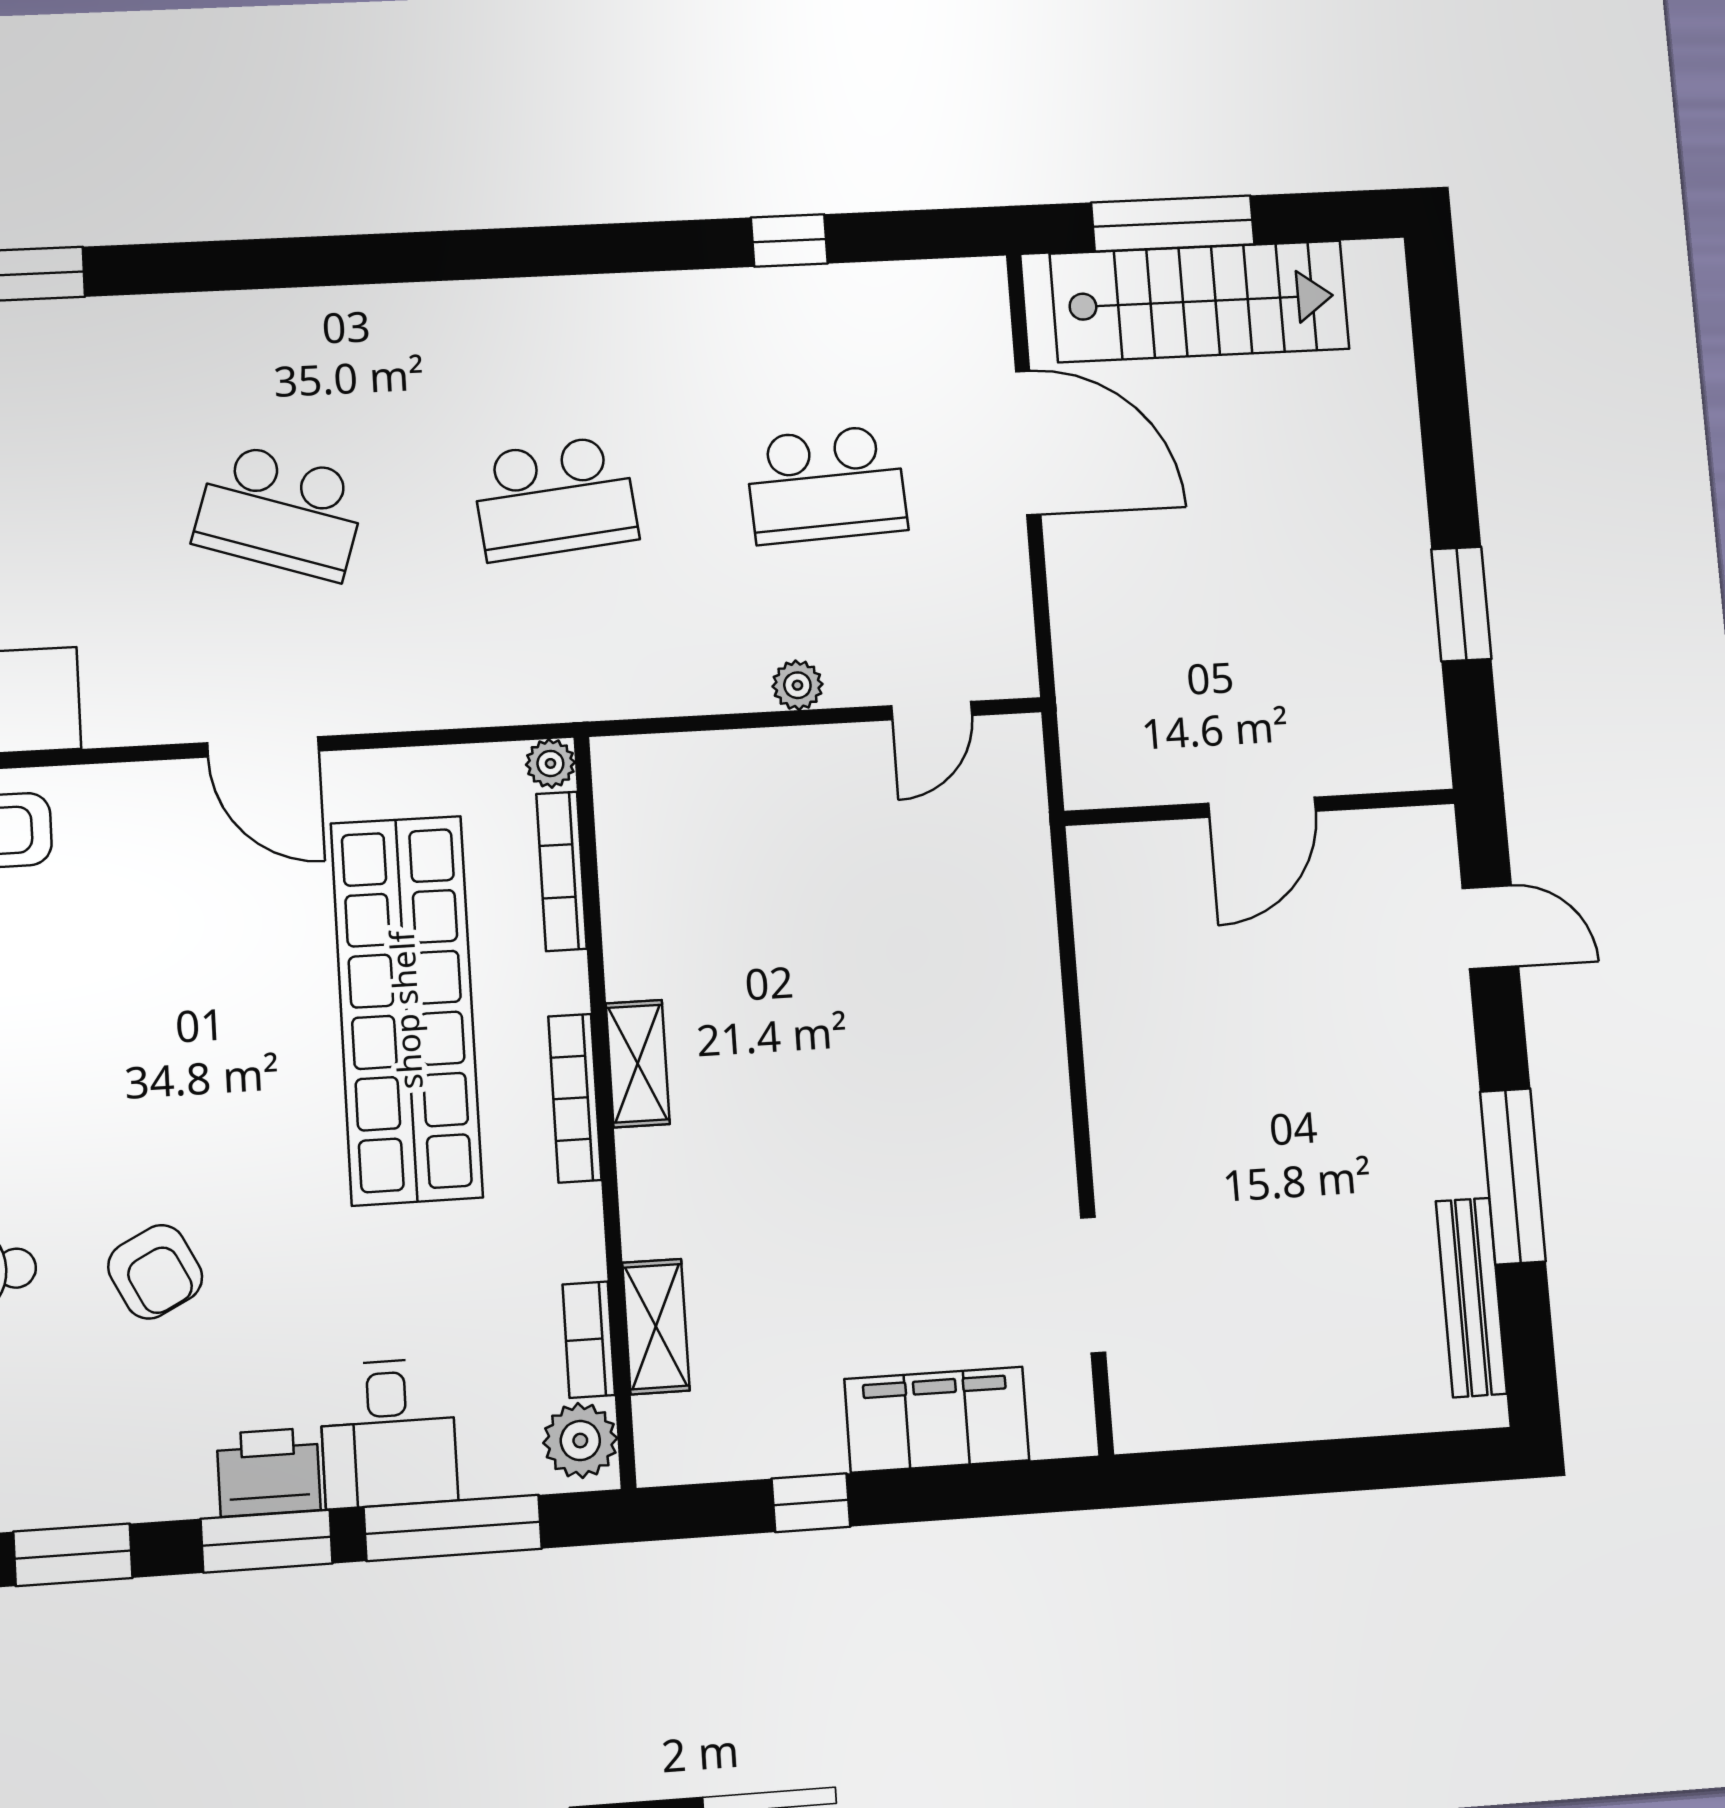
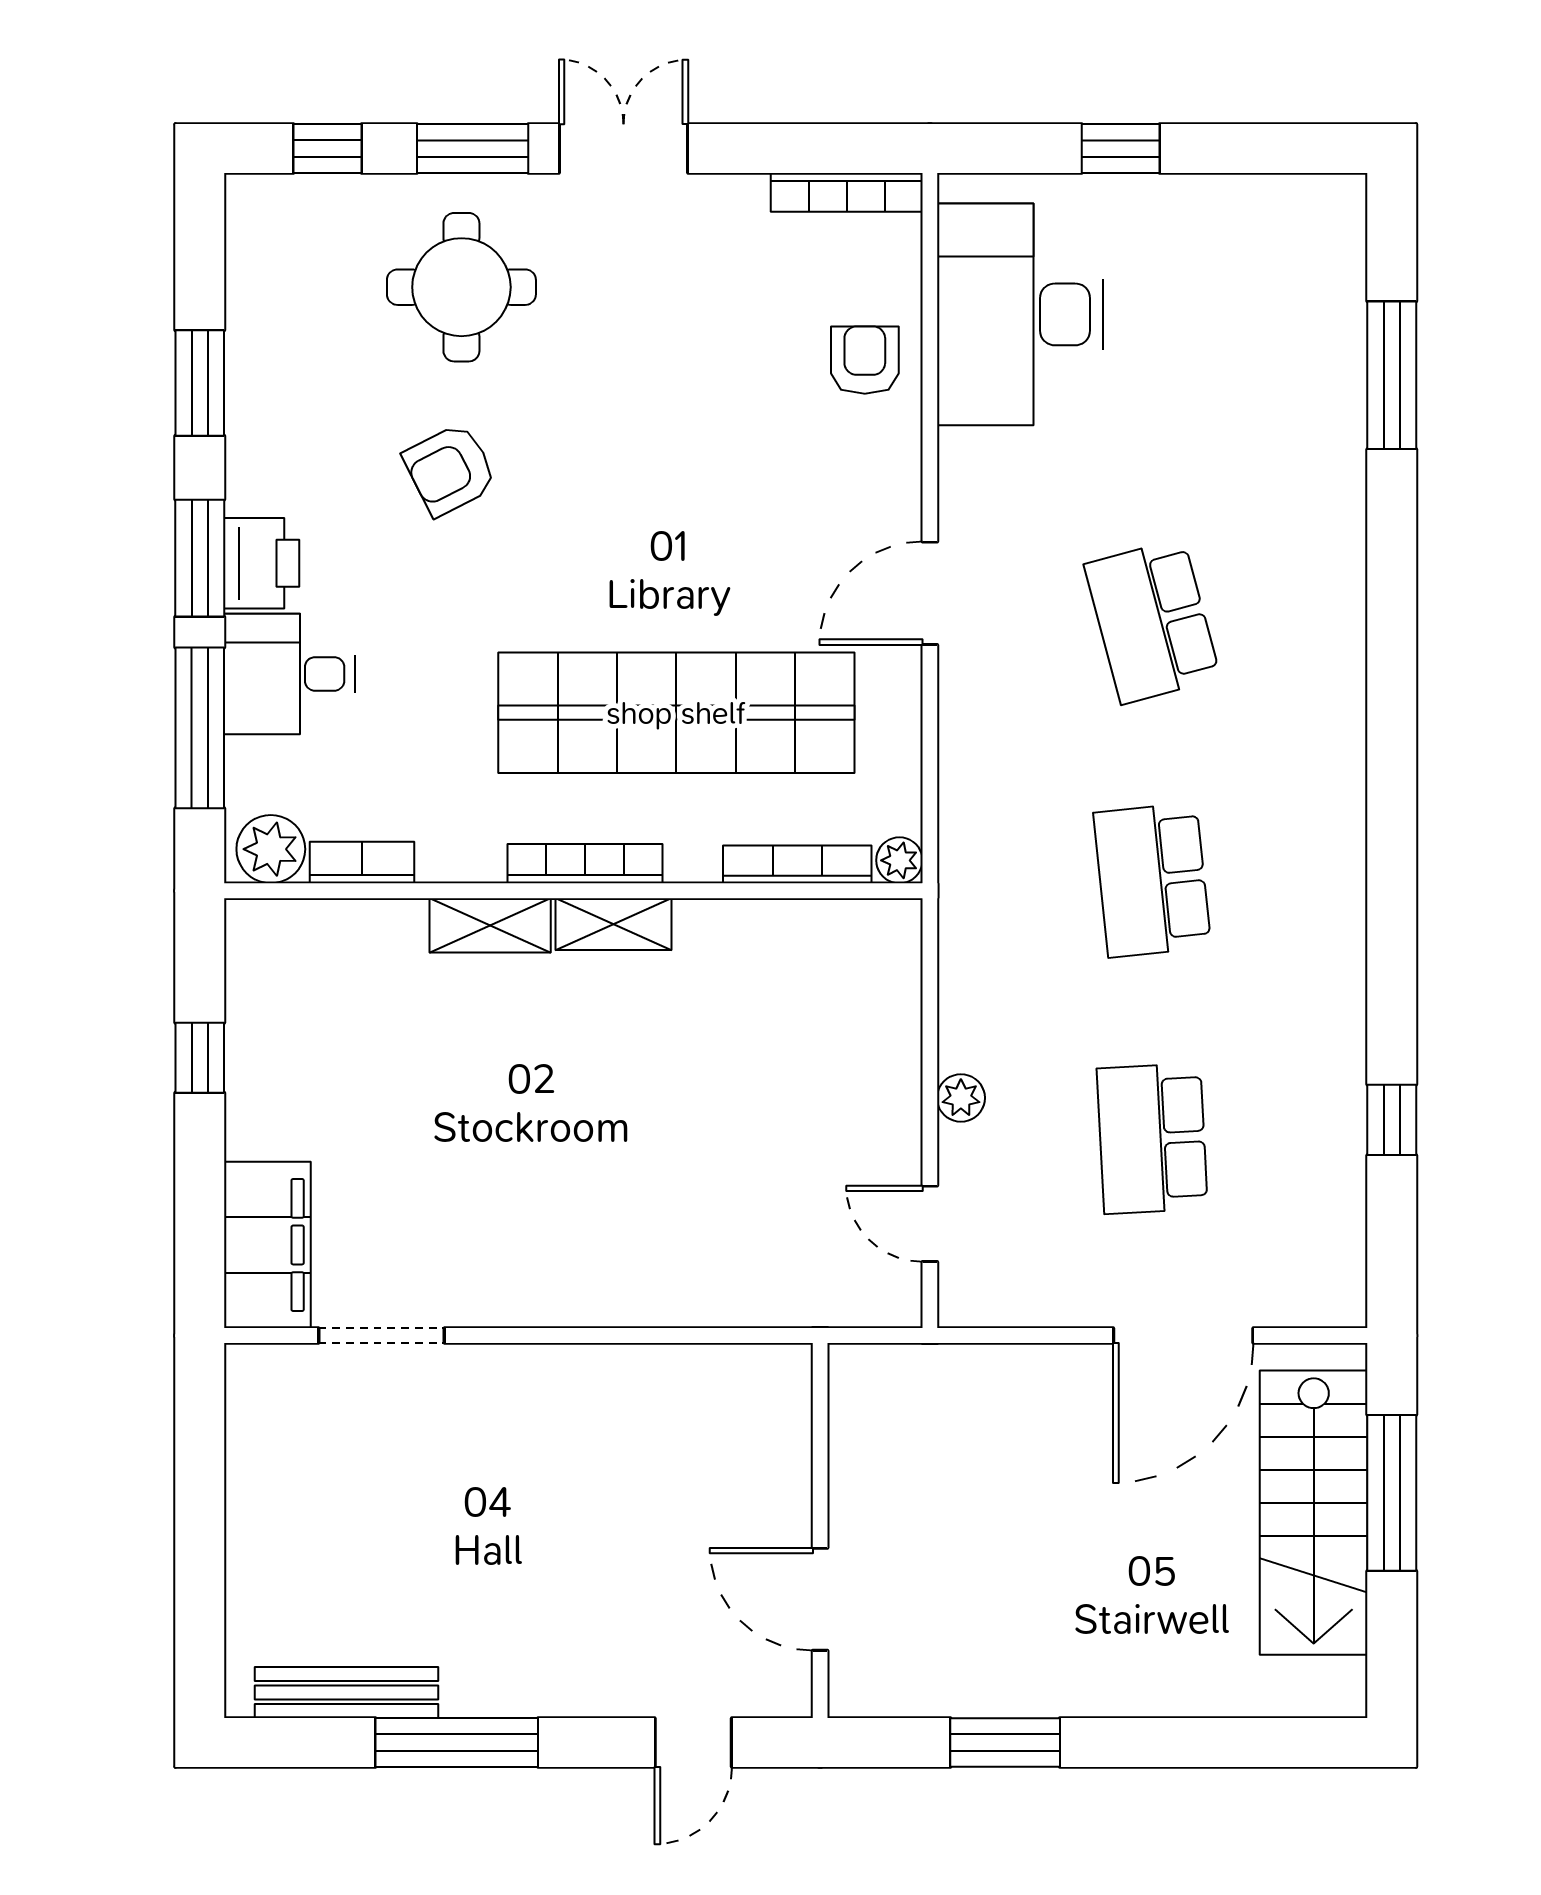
school desk: (280, 512) -> (1152, 621), turned -33
door: (1262, 807) -> (820, 1599), moved
shelving: (656, 1327) -> (490, 925), moved
filing cabinet: (937, 1420) -> (267, 1245), moved

